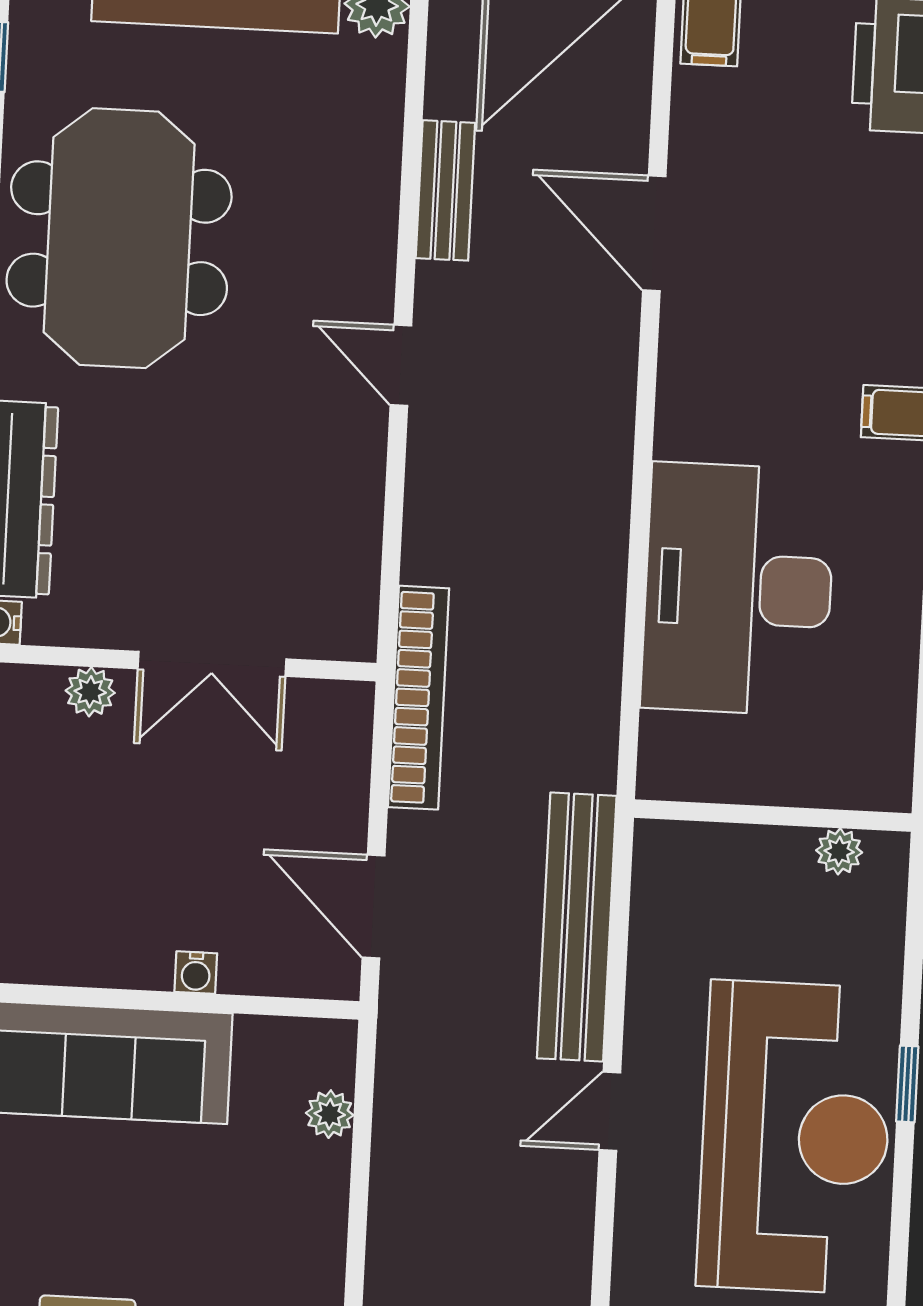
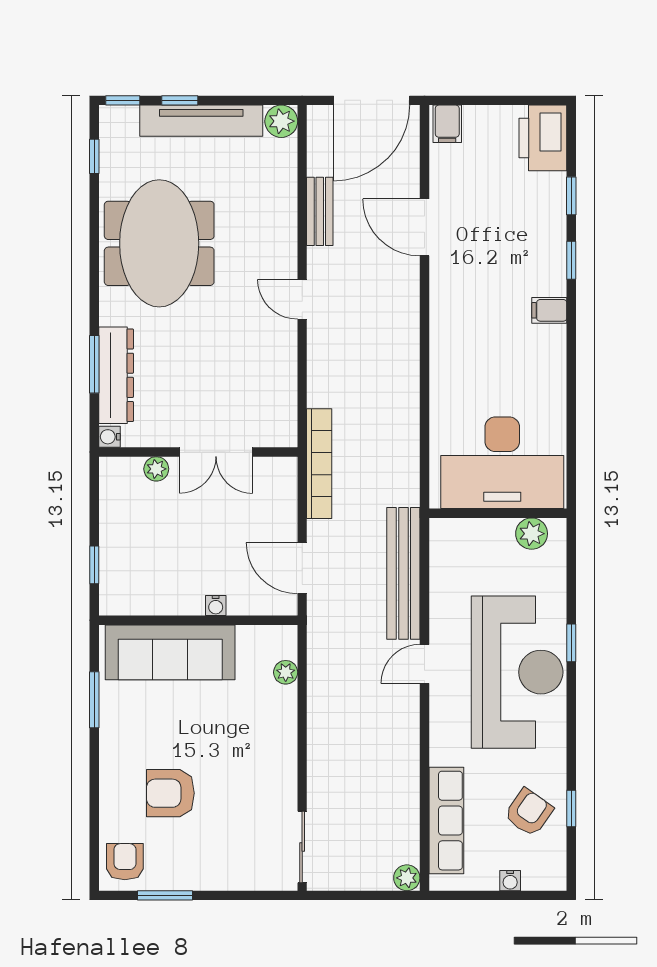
desk: (738, 589) -> (502, 463), moved, turned -90
plant: (839, 851) -> (532, 534), width x1.38, depth x1.38

